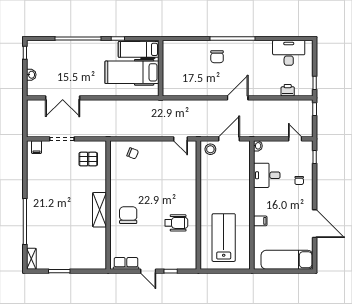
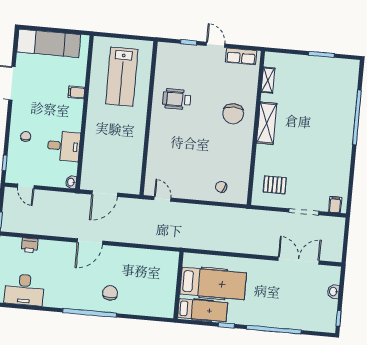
stool: (210, 149) -> (128, 183), removed
shelving: (31, 259) -> (268, 80), moved

